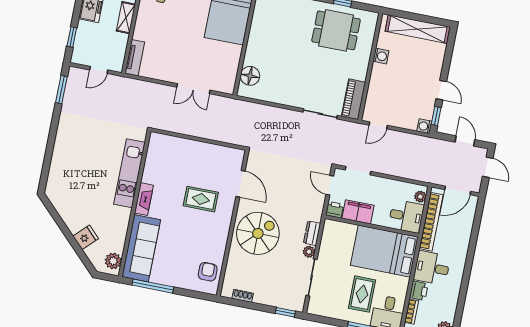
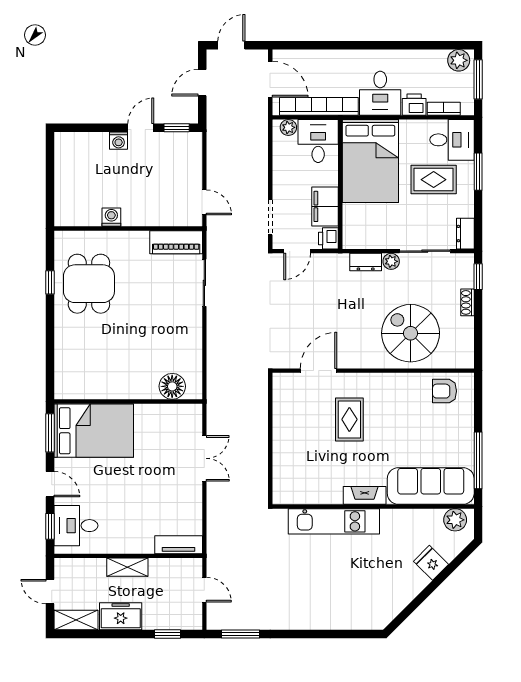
shelving: (418, 29) -> (66, 175), removed
washing machine: (424, 126) -> (119, 141), moved
spiral stairs: (258, 233) -> (411, 333), moved
shoe rack: (243, 296) -> (467, 302), moved
dresser: (318, 309) -> (465, 234), added

